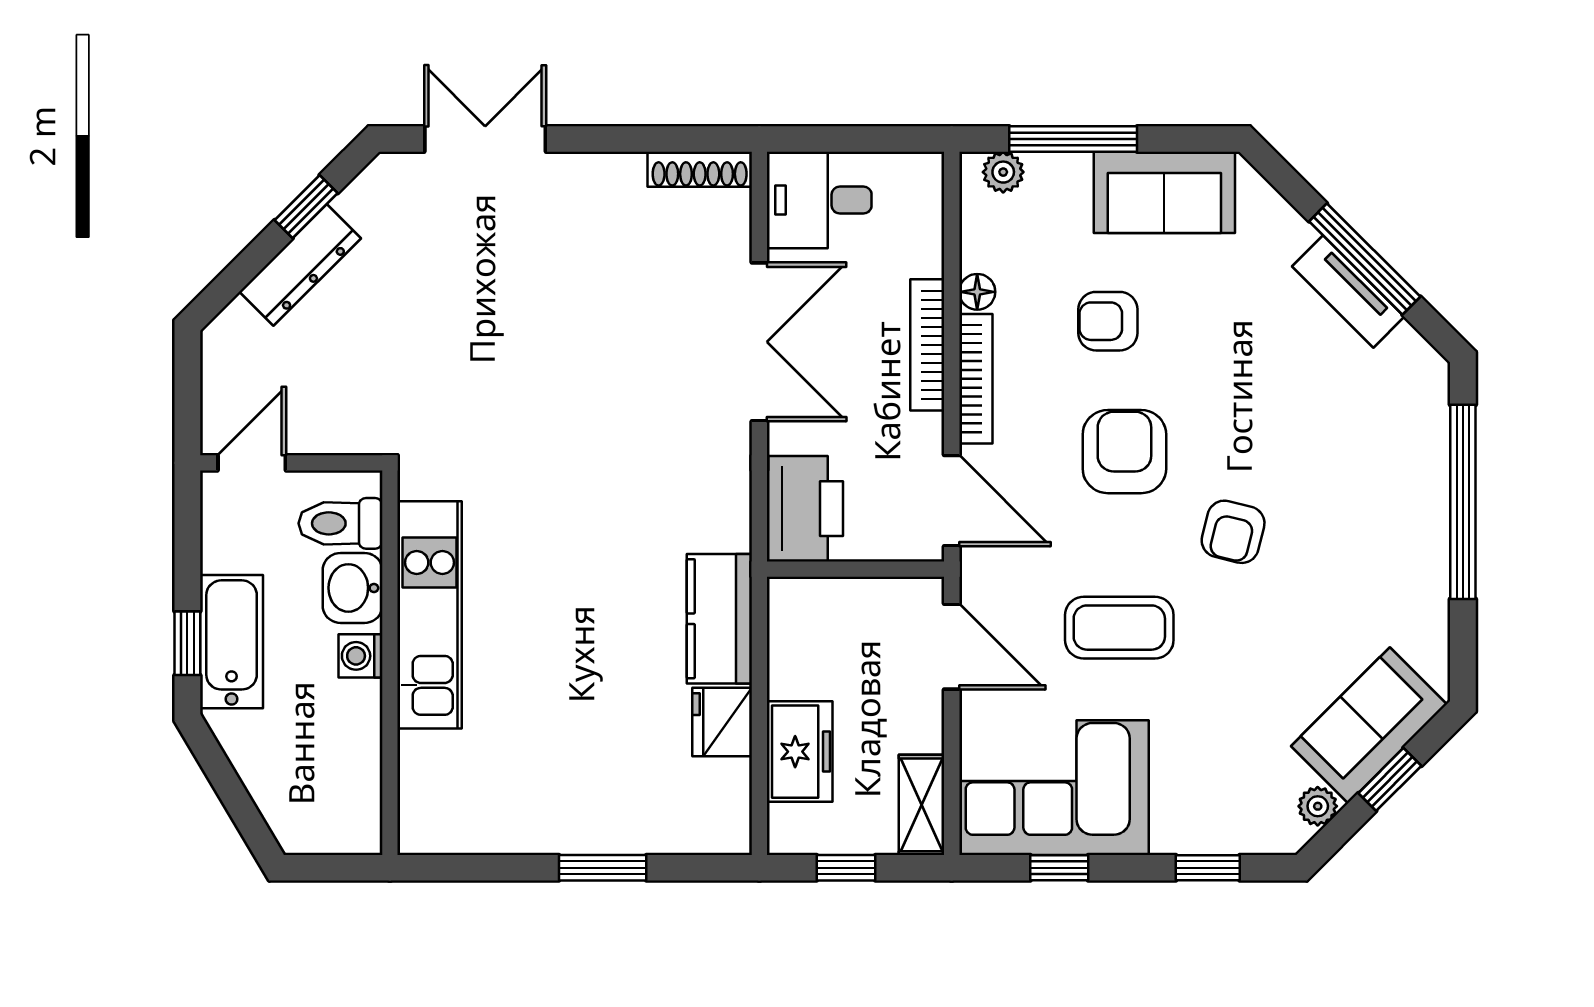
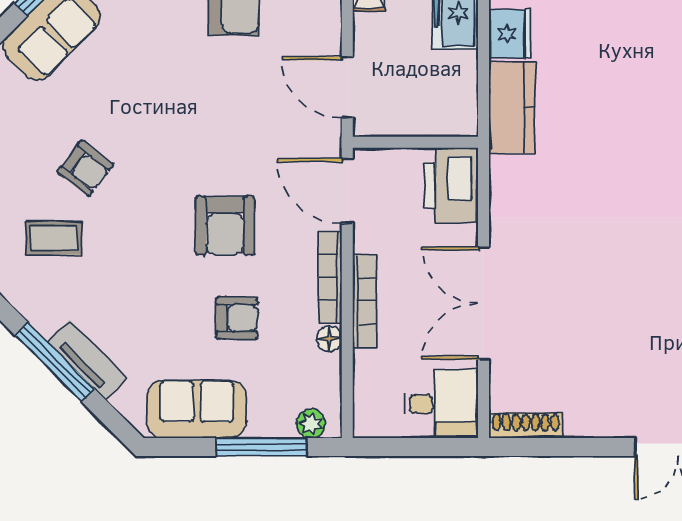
tv unit: (1348, 291) -> (87, 360), moved
armchair: (1233, 532) -> (85, 168), moved, turned 114
coffee table: (1119, 628) -> (54, 238), moved, width x0.73, depth x0.77

